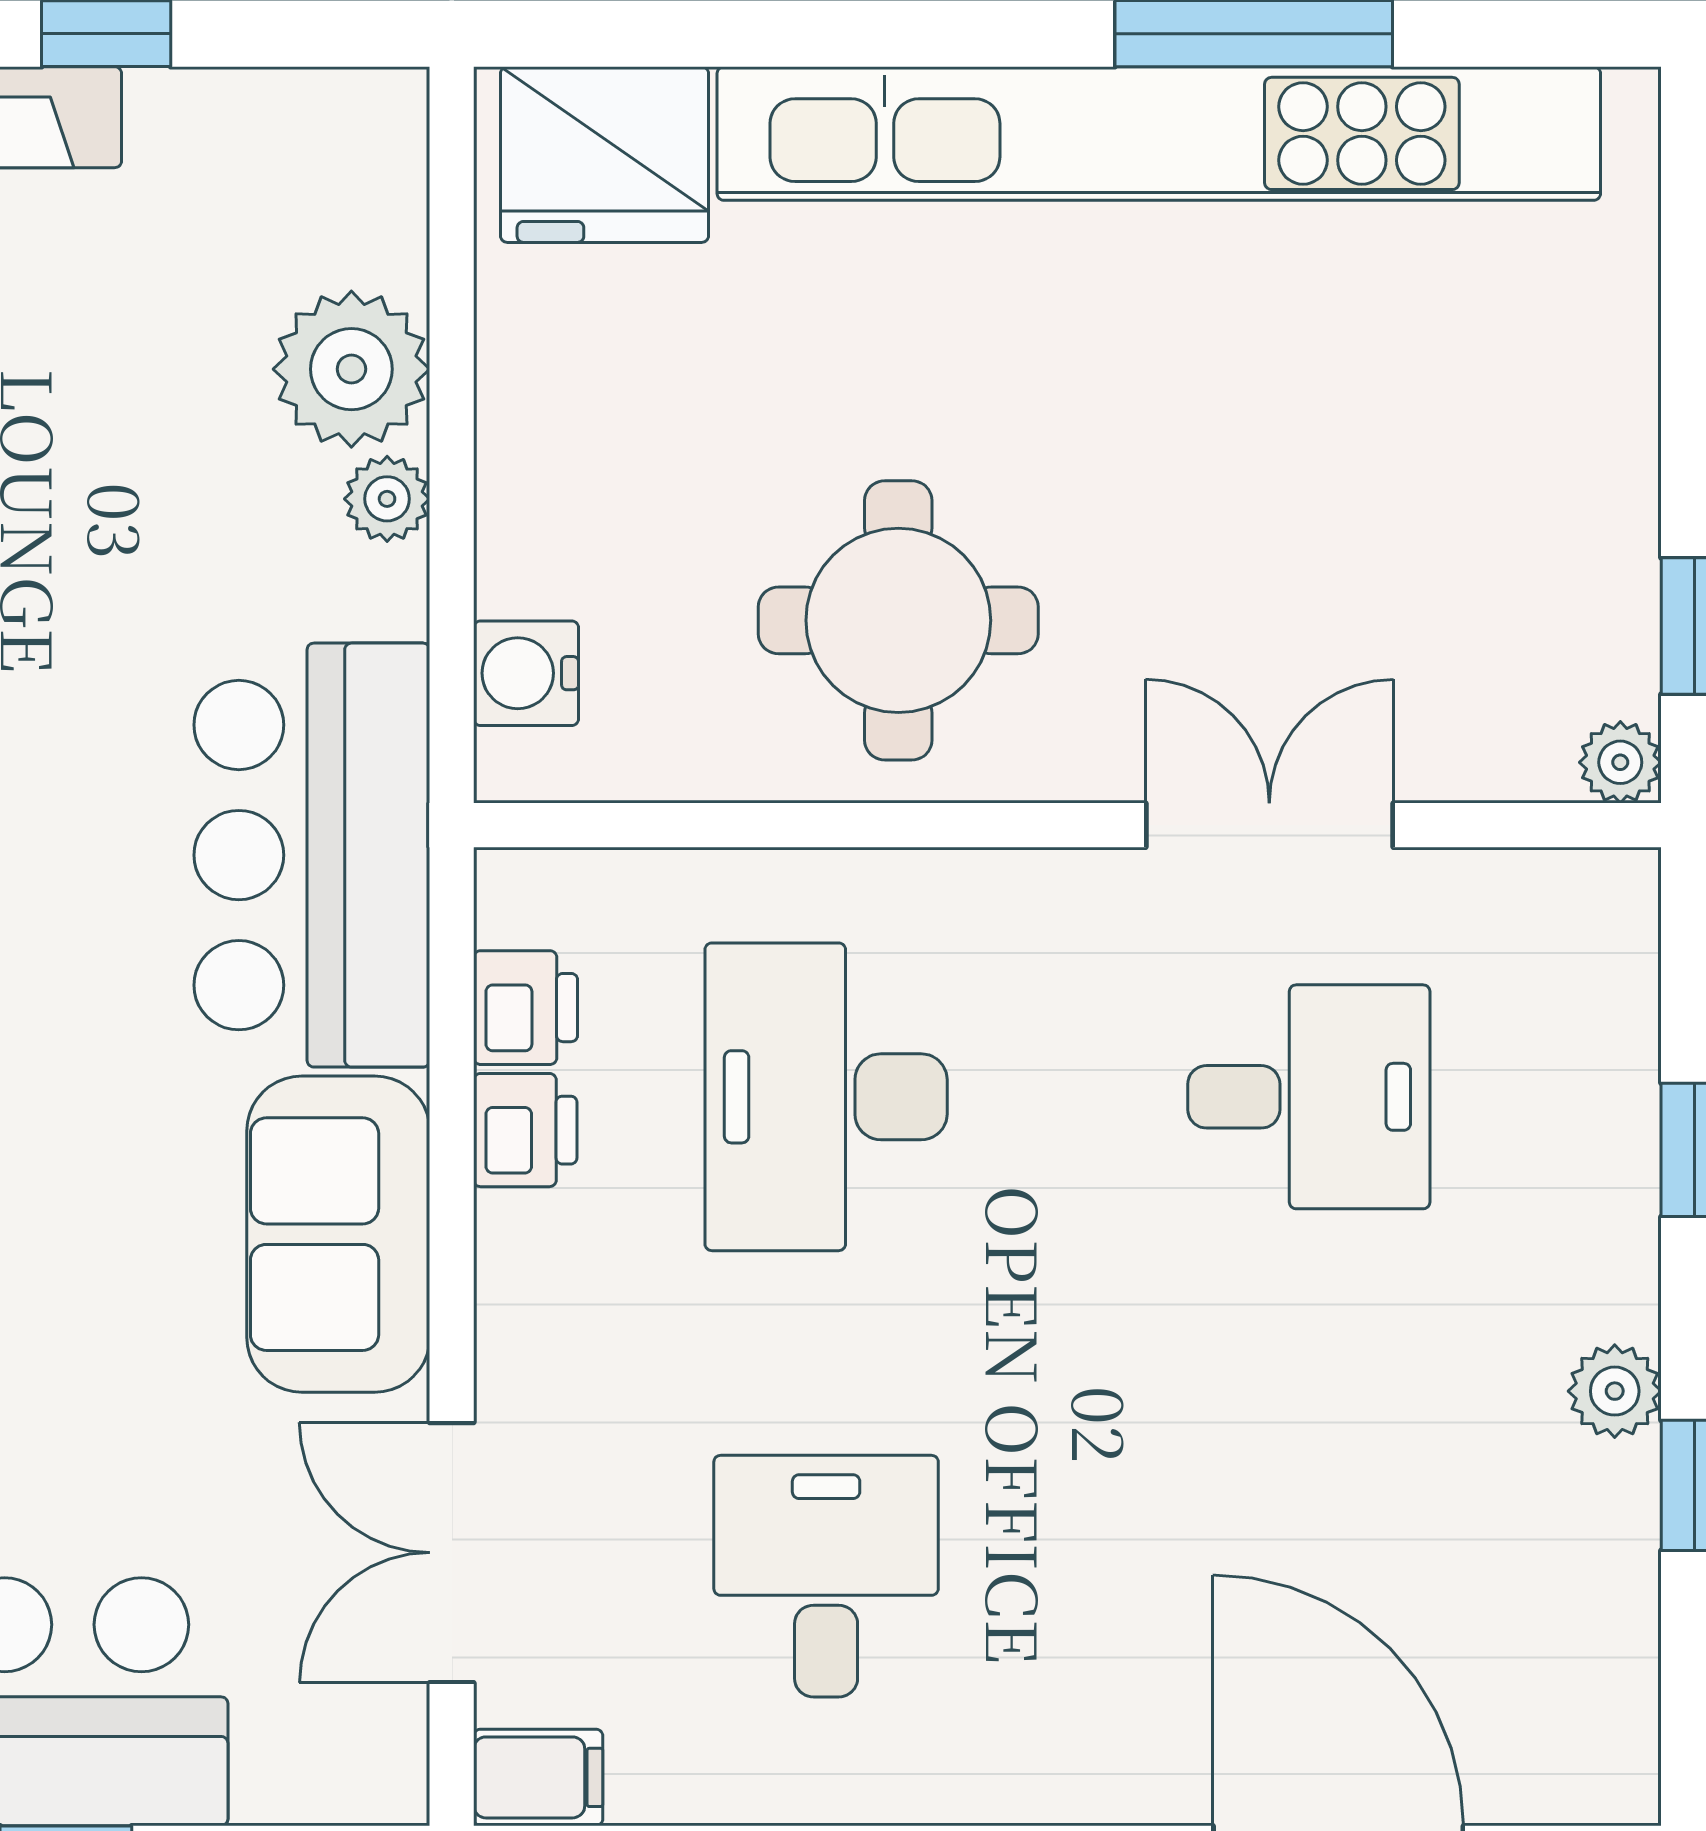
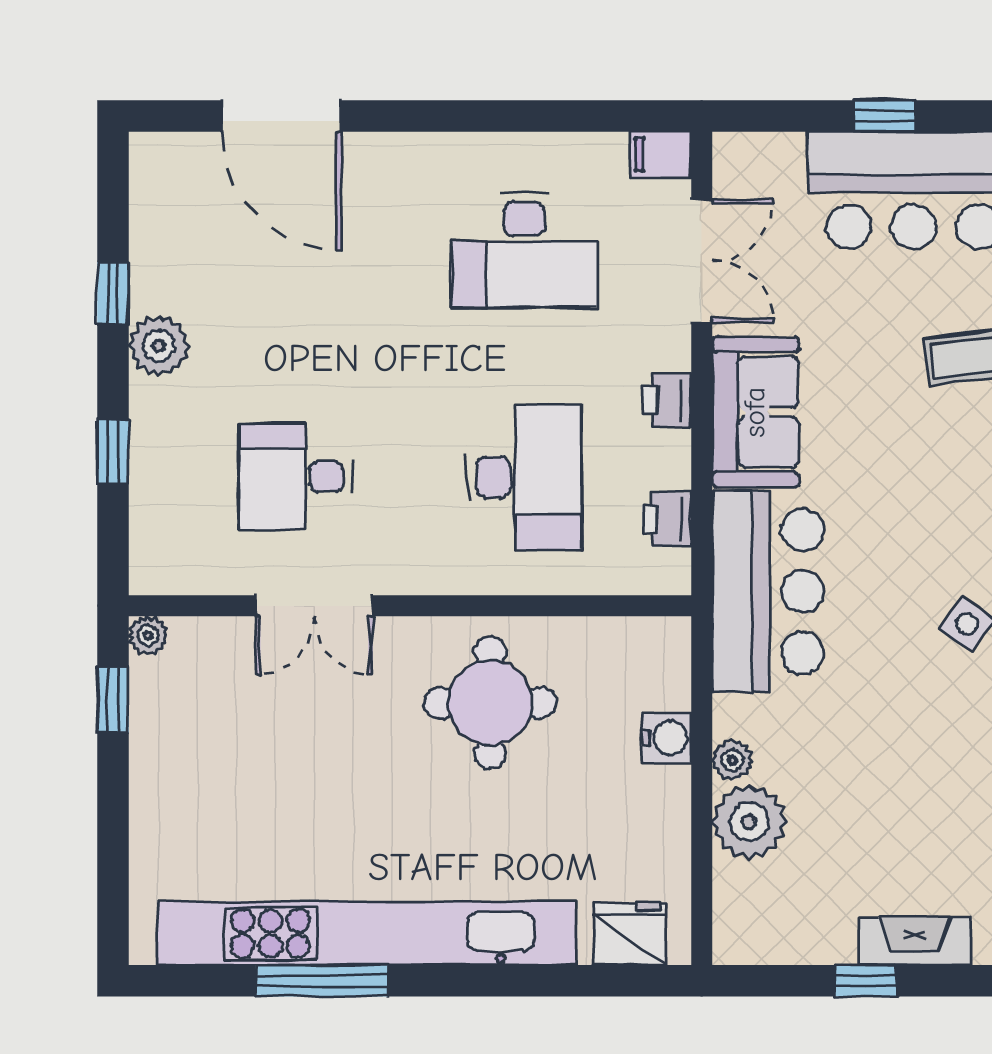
fridge: (604, 155) -> (629, 934), width x0.73, depth x0.75
water cooler: (526, 673) -> (666, 738), moved
printer: (525, 1130) -> (667, 400), moved
plant: (1615, 1391) -> (159, 346), width x1.38, depth x1.38
desk: (826, 1576) -> (524, 250), width x1.37

